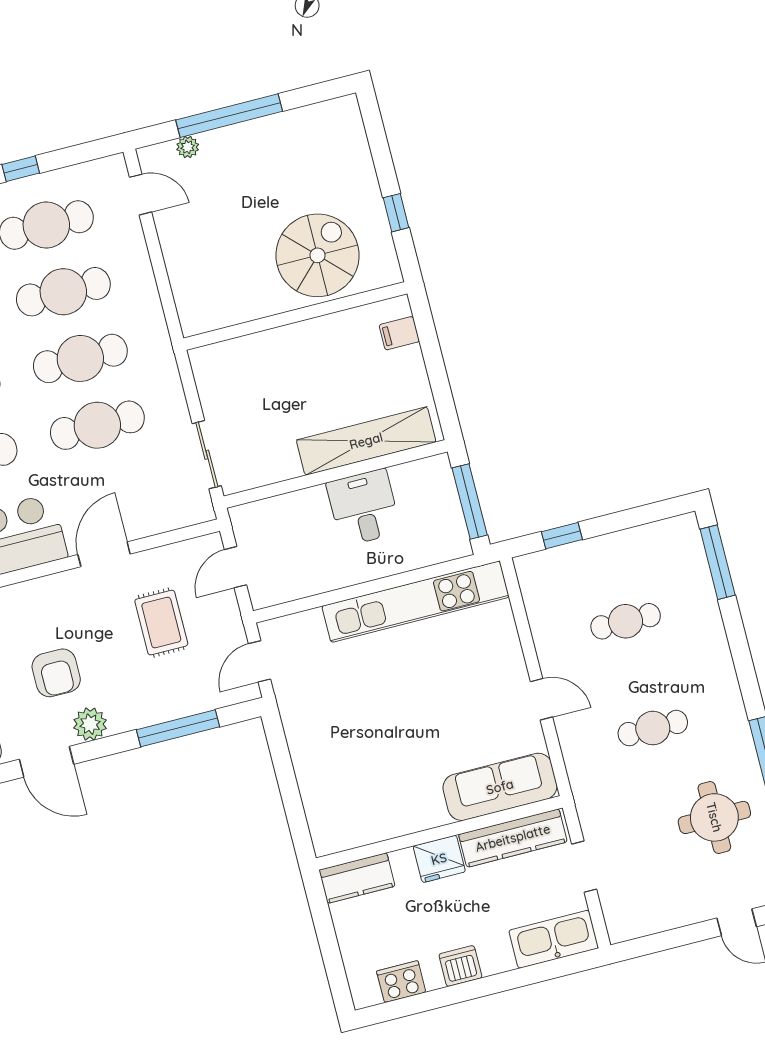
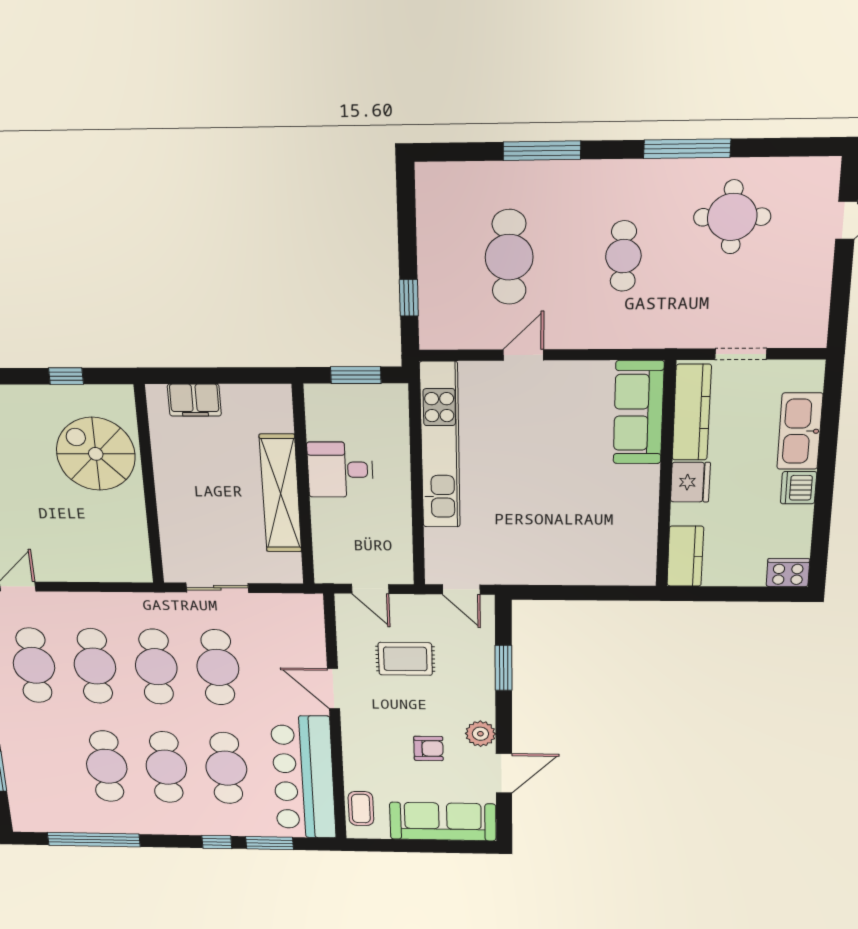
filing cabinet: (399, 333) -> (194, 400), width x2.00
shelving: (366, 441) -> (281, 494), moved
sliding door: (207, 455) -> (217, 588), moved
window: (470, 502) -> (356, 375), width x0.69
window: (718, 562) -> (542, 151), moved
cafe table: (626, 621) -> (509, 257), width x1.37, depth x1.35
armchair: (56, 673) -> (428, 748), width x0.72, depth x0.72
door: (541, 699) -> (523, 355), moved
window: (178, 728) -> (504, 668), width x0.69
kitchen sink: (554, 939) -> (800, 431), moved
cooker: (401, 982) -> (788, 573), moved, turned 90

